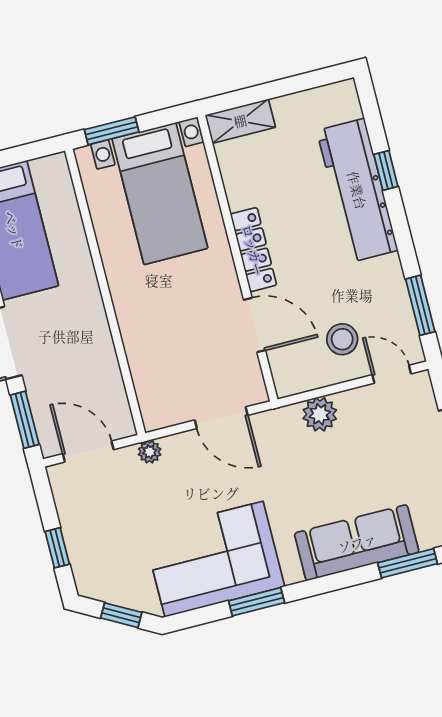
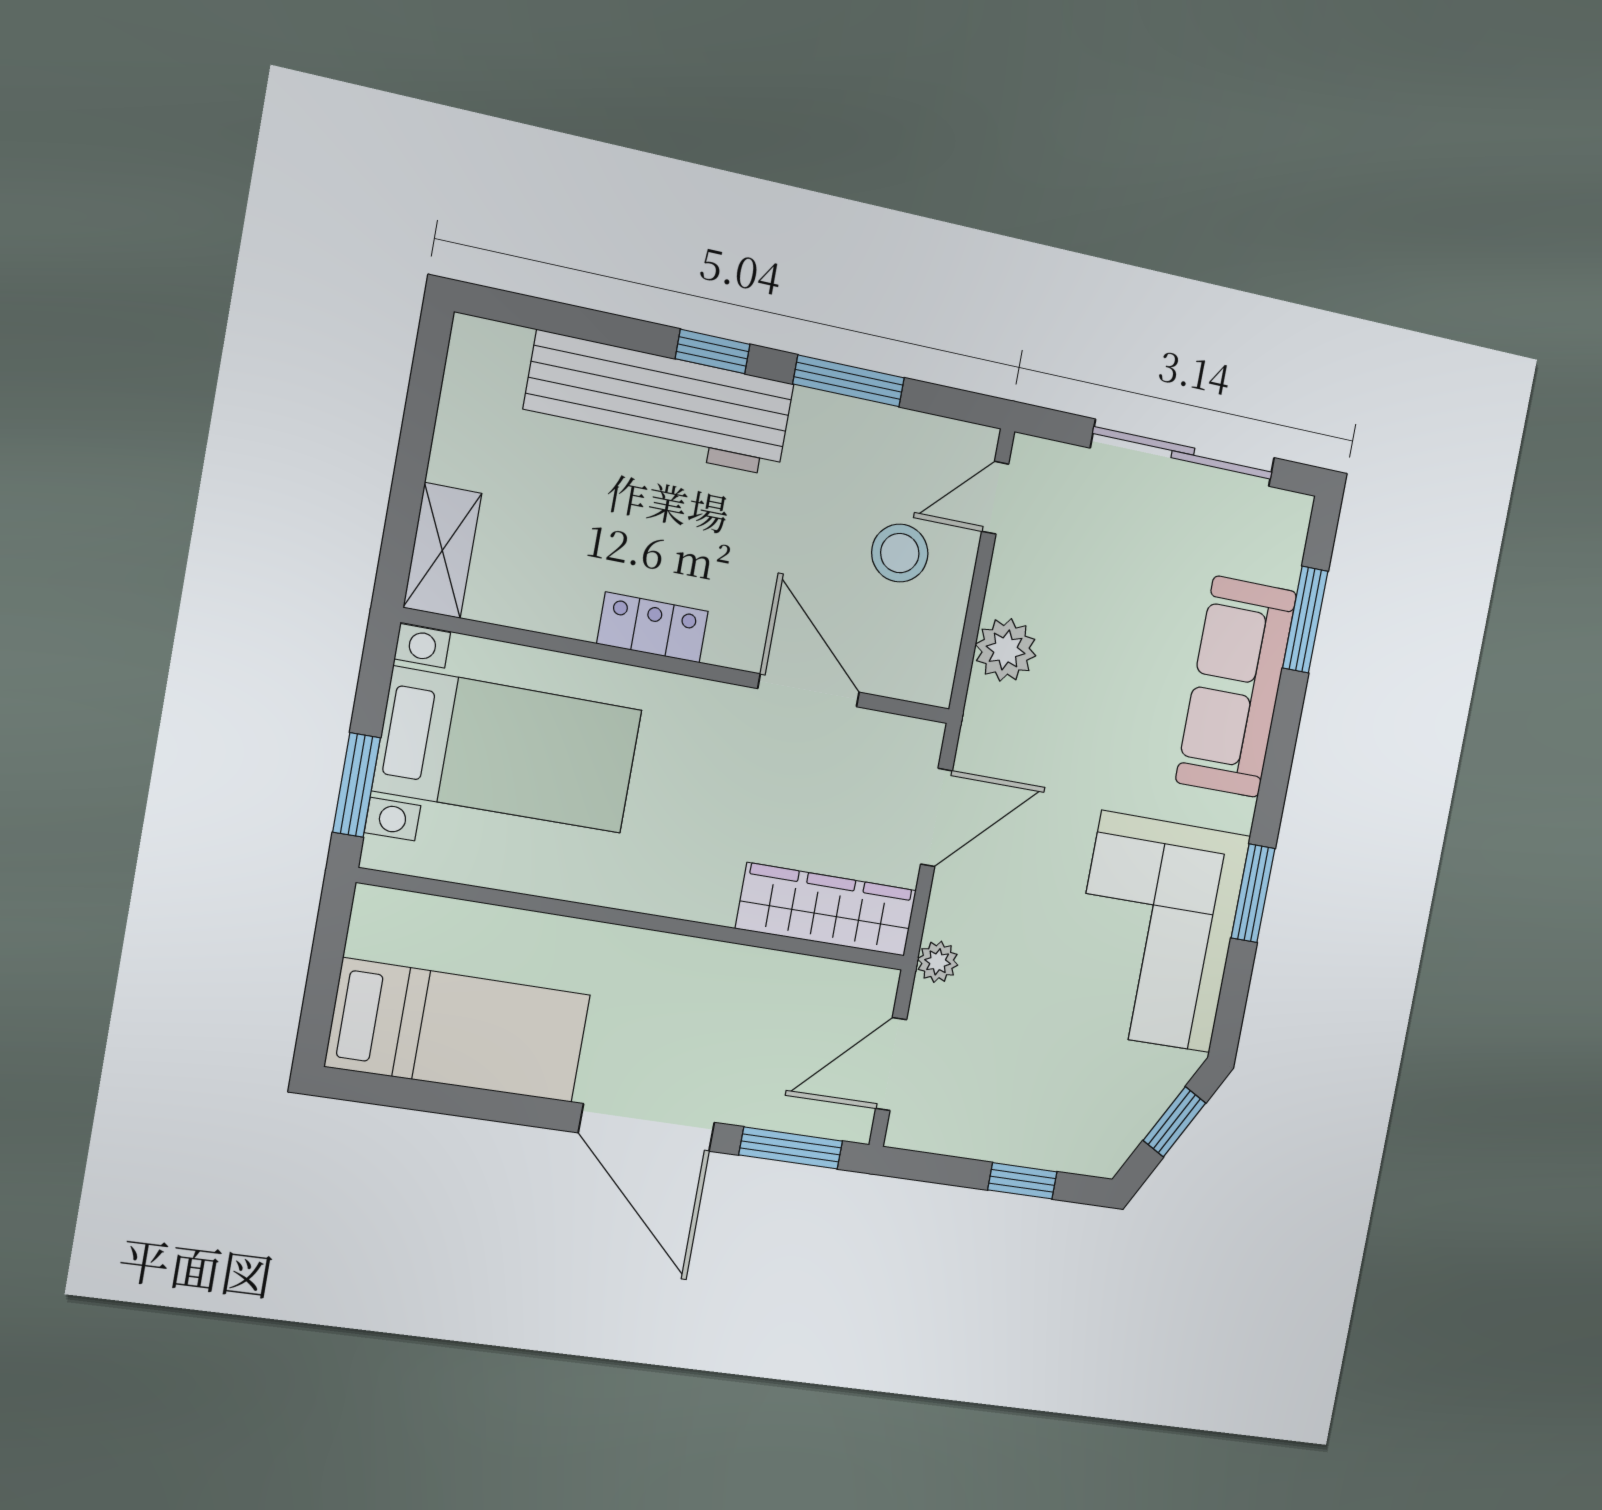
window: (386, 170) -> (713, 351), moved
locker: (253, 250) -> (652, 627), width x0.66
window: (420, 305) -> (849, 381), moved
door: (255, 325) -> (809, 690), hinge flipped
wardrobe: (151, 383) -> (826, 910), added

